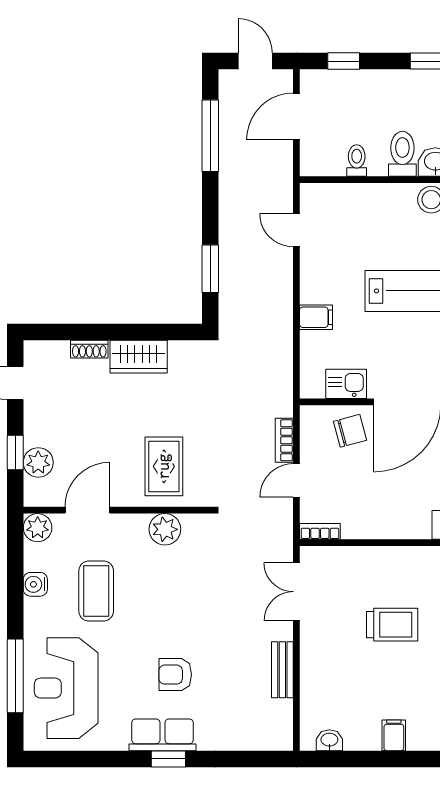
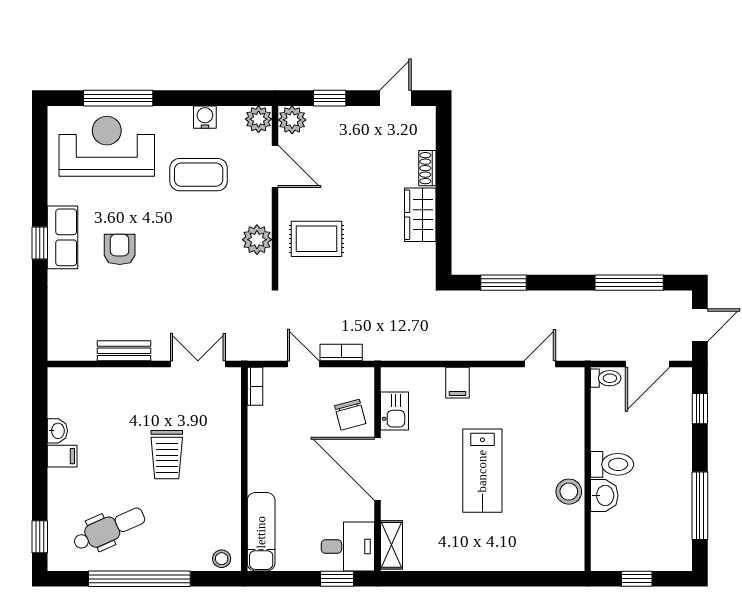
door: (296, 116) -> (647, 364), swing flipped
toilet: (357, 161) -> (606, 378), moved
plant: (38, 462) -> (292, 120), moved
washbasin: (329, 740) -> (57, 431), moved

